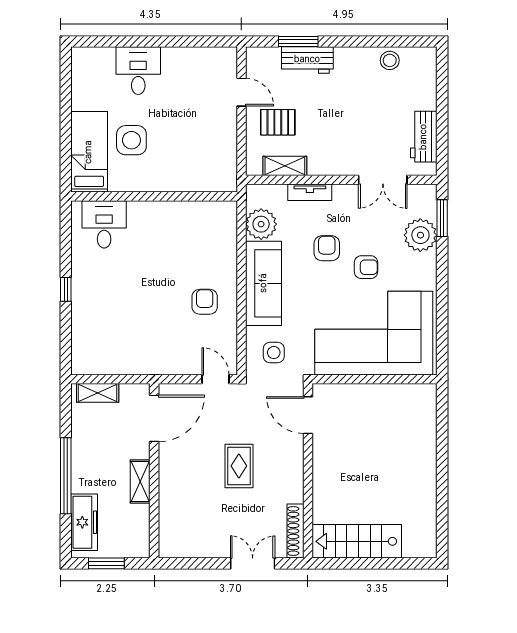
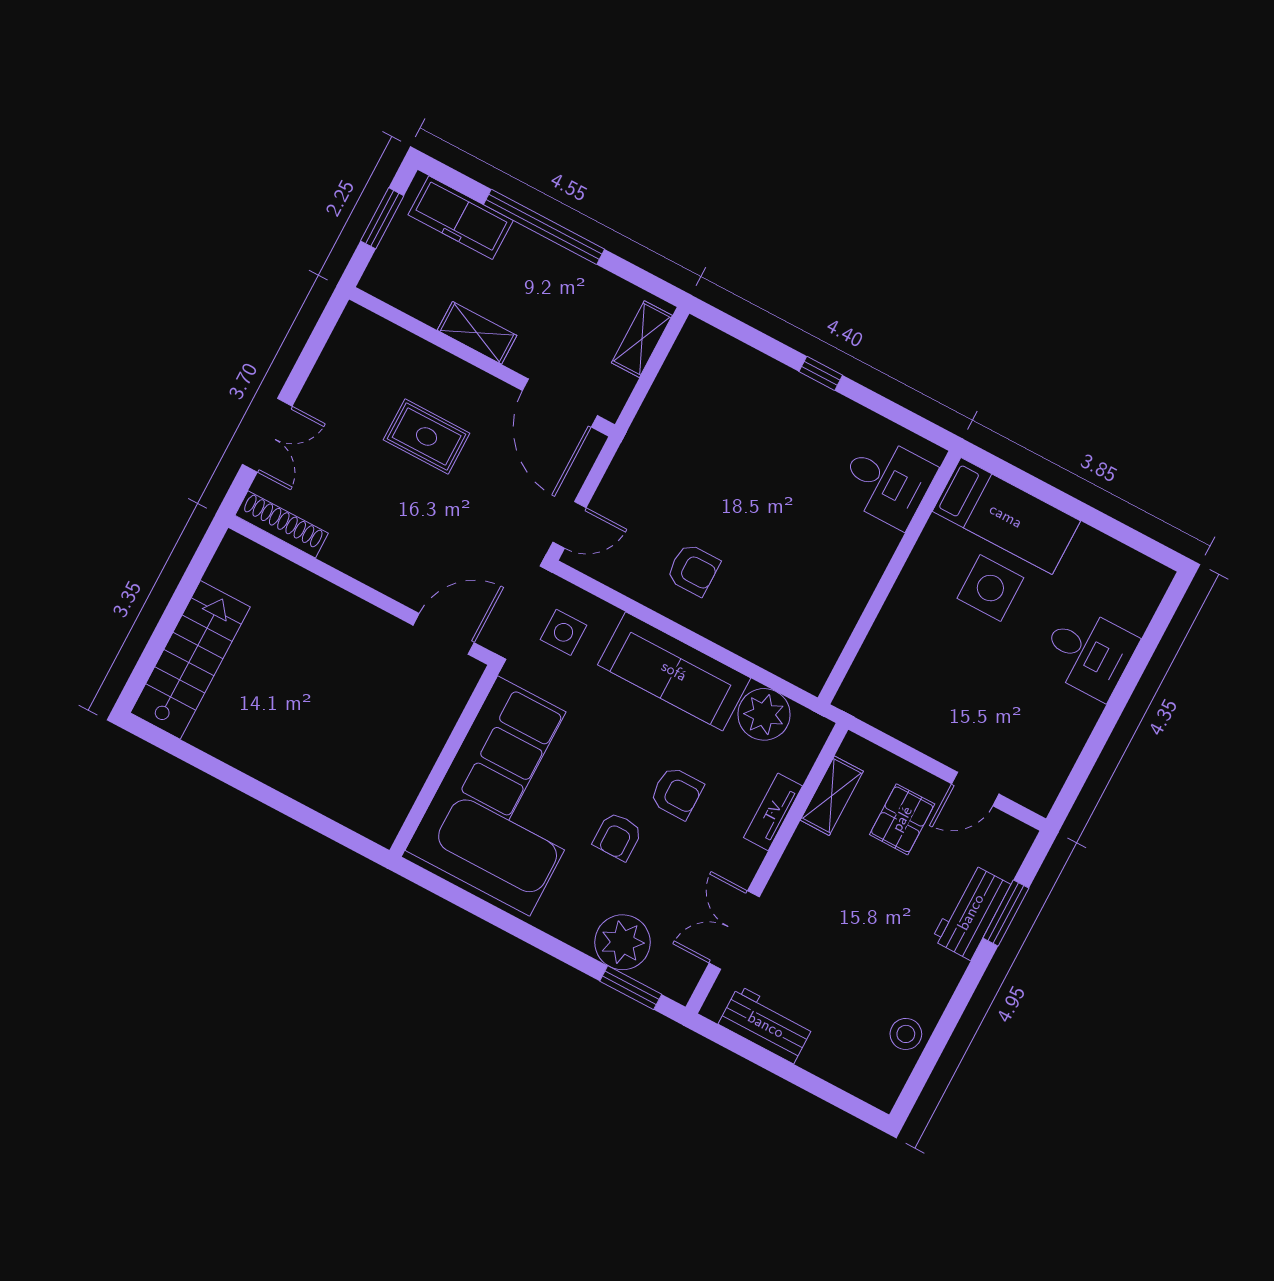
rug: (239, 466) -> (427, 436), moved
stairs: (357, 541) -> (190, 660), moved

